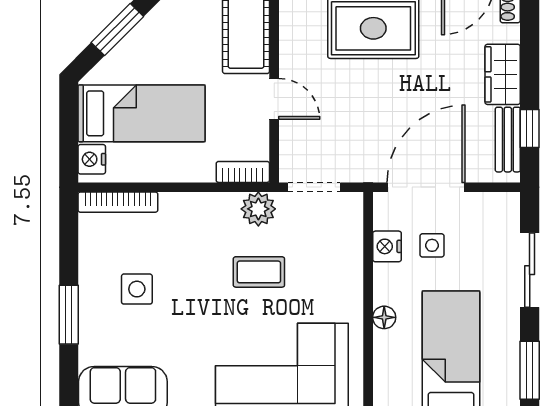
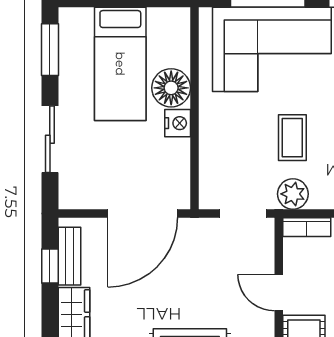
side table: (432, 245) -> (137, 161), removed
nightstand: (387, 246) -> (178, 123), moved
coffee table: (259, 272) -> (292, 138), turned 90
floor lamp: (384, 317) -> (171, 88), width x1.89, depth x1.89

